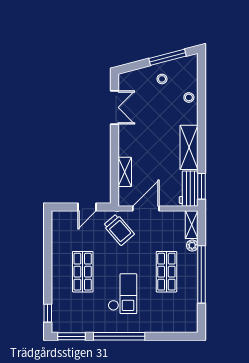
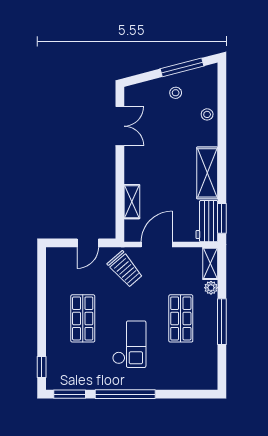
window: (201, 274) -> (222, 322), width x0.68

